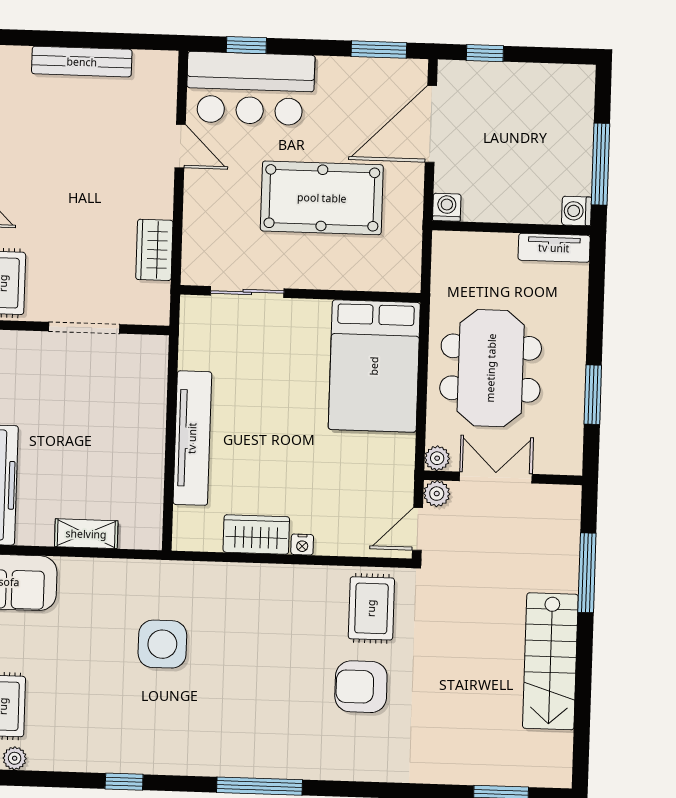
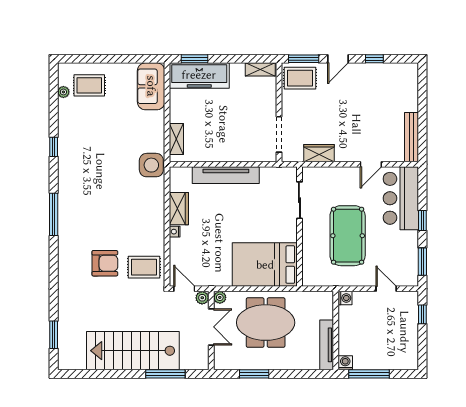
window: (246, 45) -> (422, 221), moved
bench: (82, 62) -> (411, 137), moved
door: (431, 124) -> (386, 289), width x0.53
tv unit: (554, 248) -> (327, 345), width x1.41
doorway: (84, 328) -> (279, 134), moved
shelving: (86, 534) -> (176, 139), moved
side table: (162, 644) -> (151, 165), moved
stairs: (550, 661) -> (133, 351), width x1.36, depth x1.51
armchair: (361, 687) -> (105, 263), turned 90

